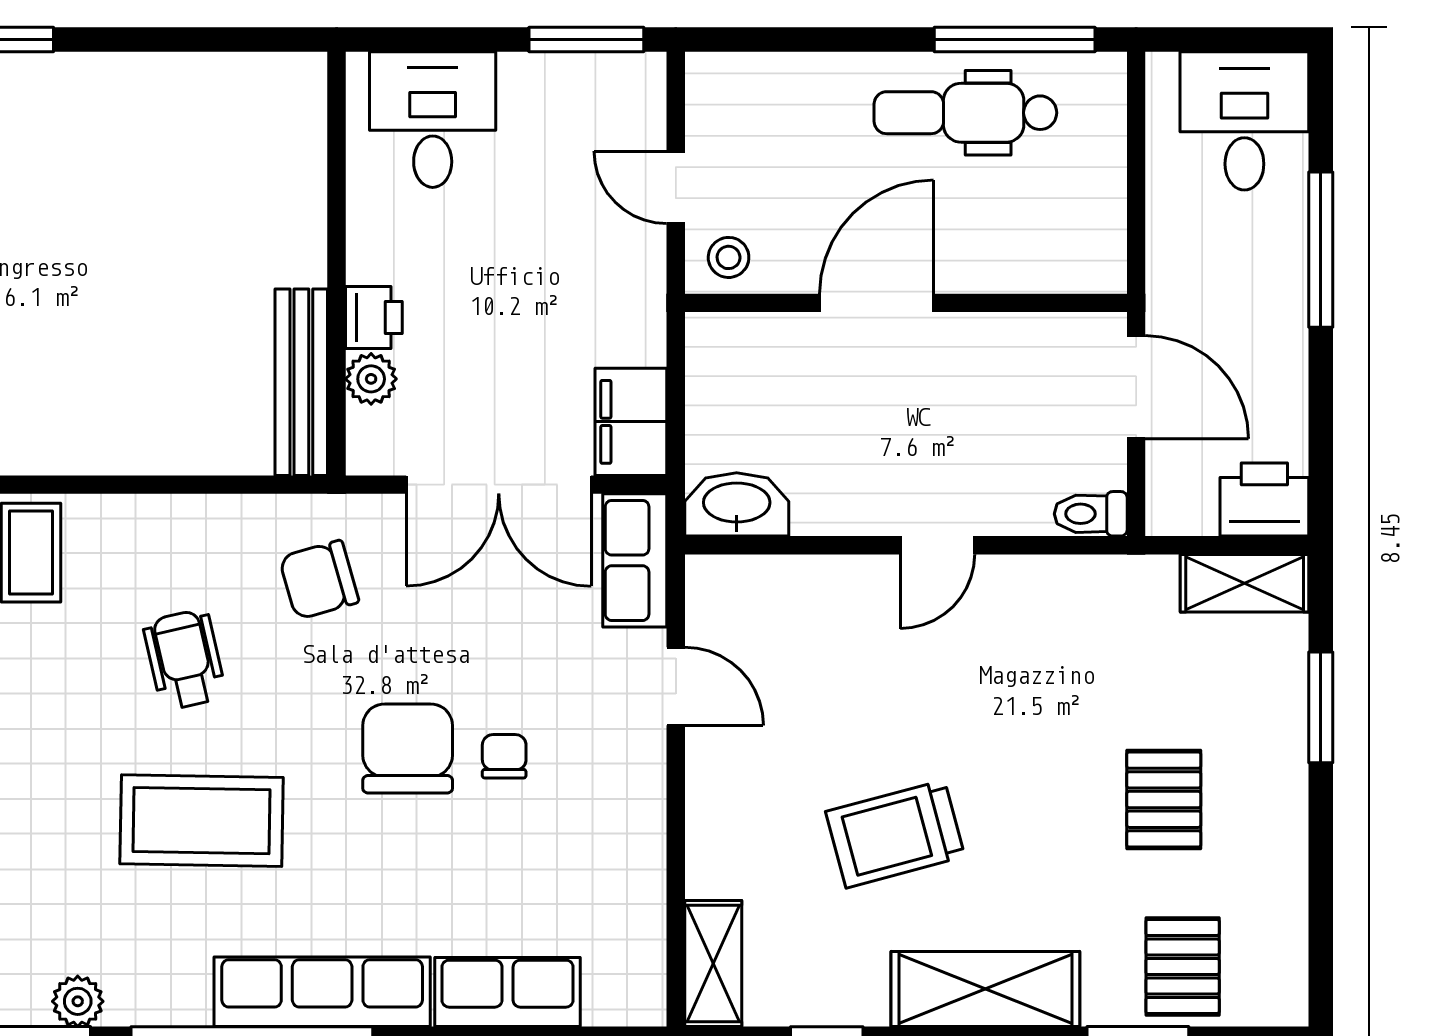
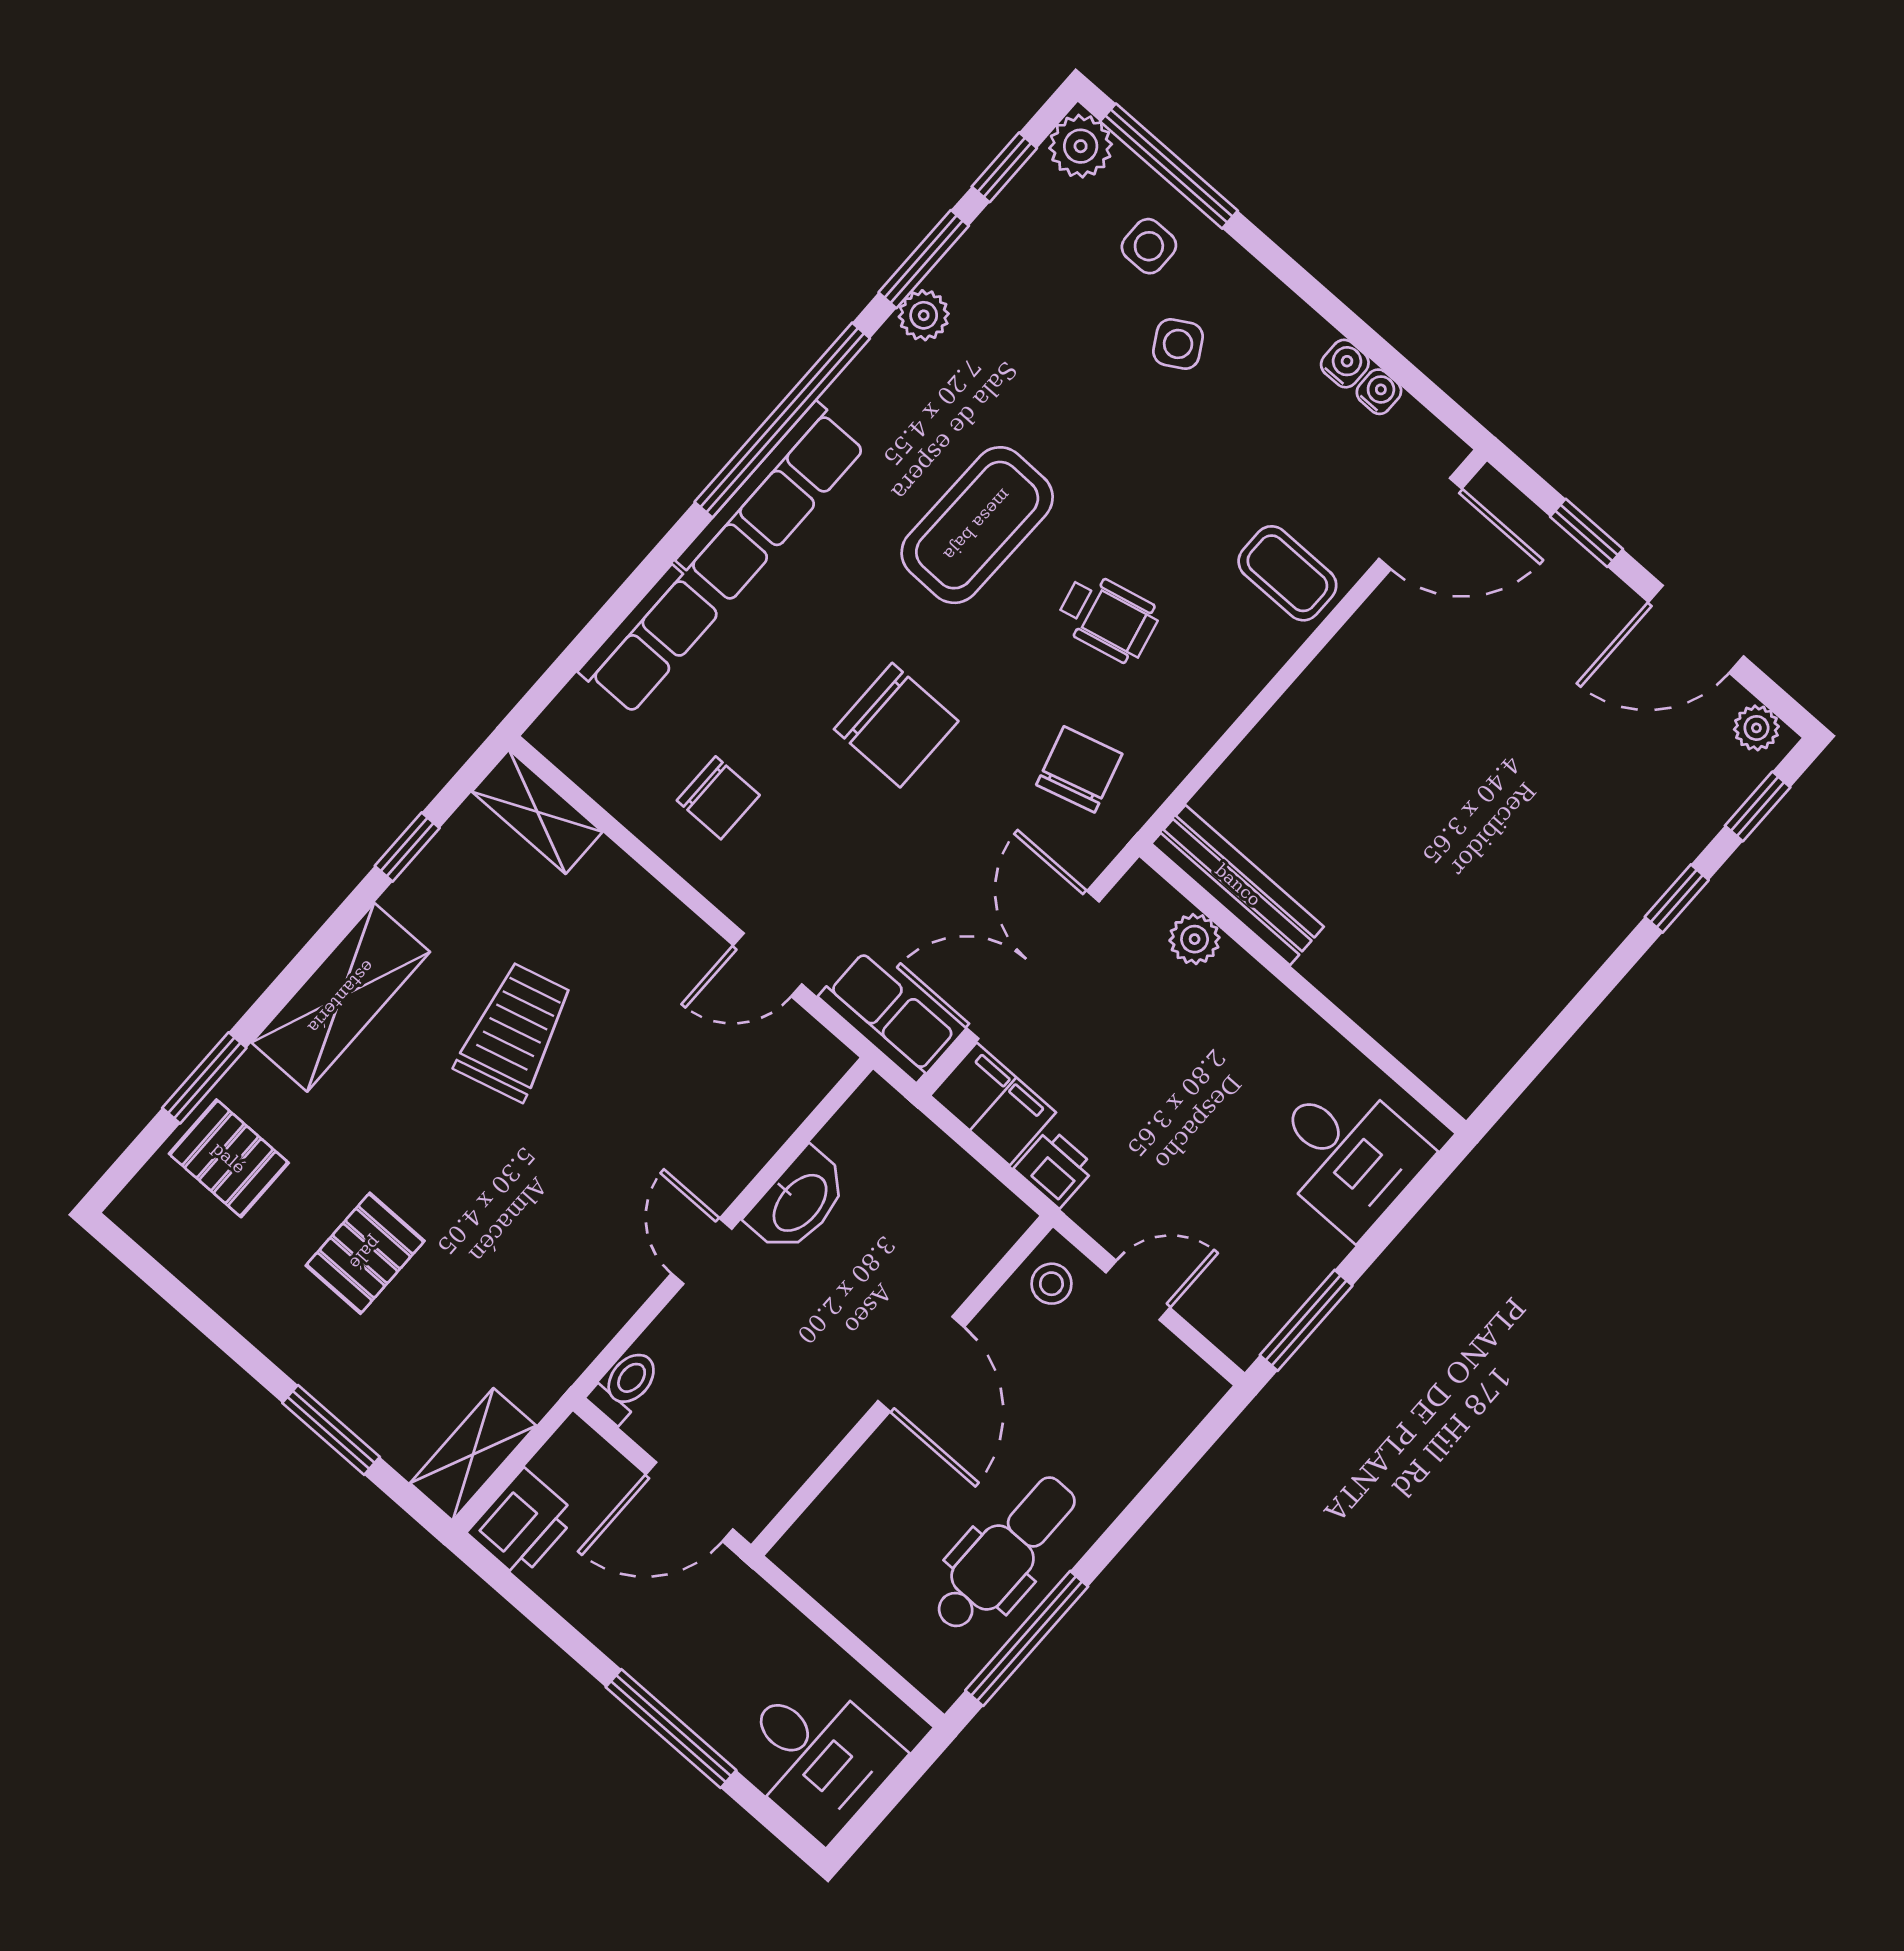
printer: (374, 318) -> (1055, 1168), moved, turned 180
washbasin: (737, 504) -> (799, 1202), moved
chair: (504, 756) -> (718, 798), moved, width x1.37, depth x1.37
pallet: (1164, 800) -> (365, 1253), turned 90

